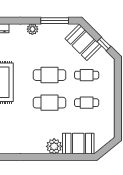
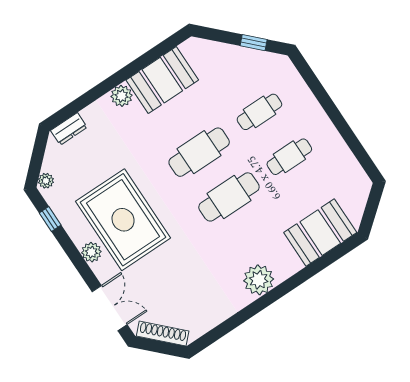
window: (55, 21) -> (148, 58), removed
booth: (83, 42) -> (162, 80), moved, turned -45
plant: (54, 146) -> (259, 280), moved

